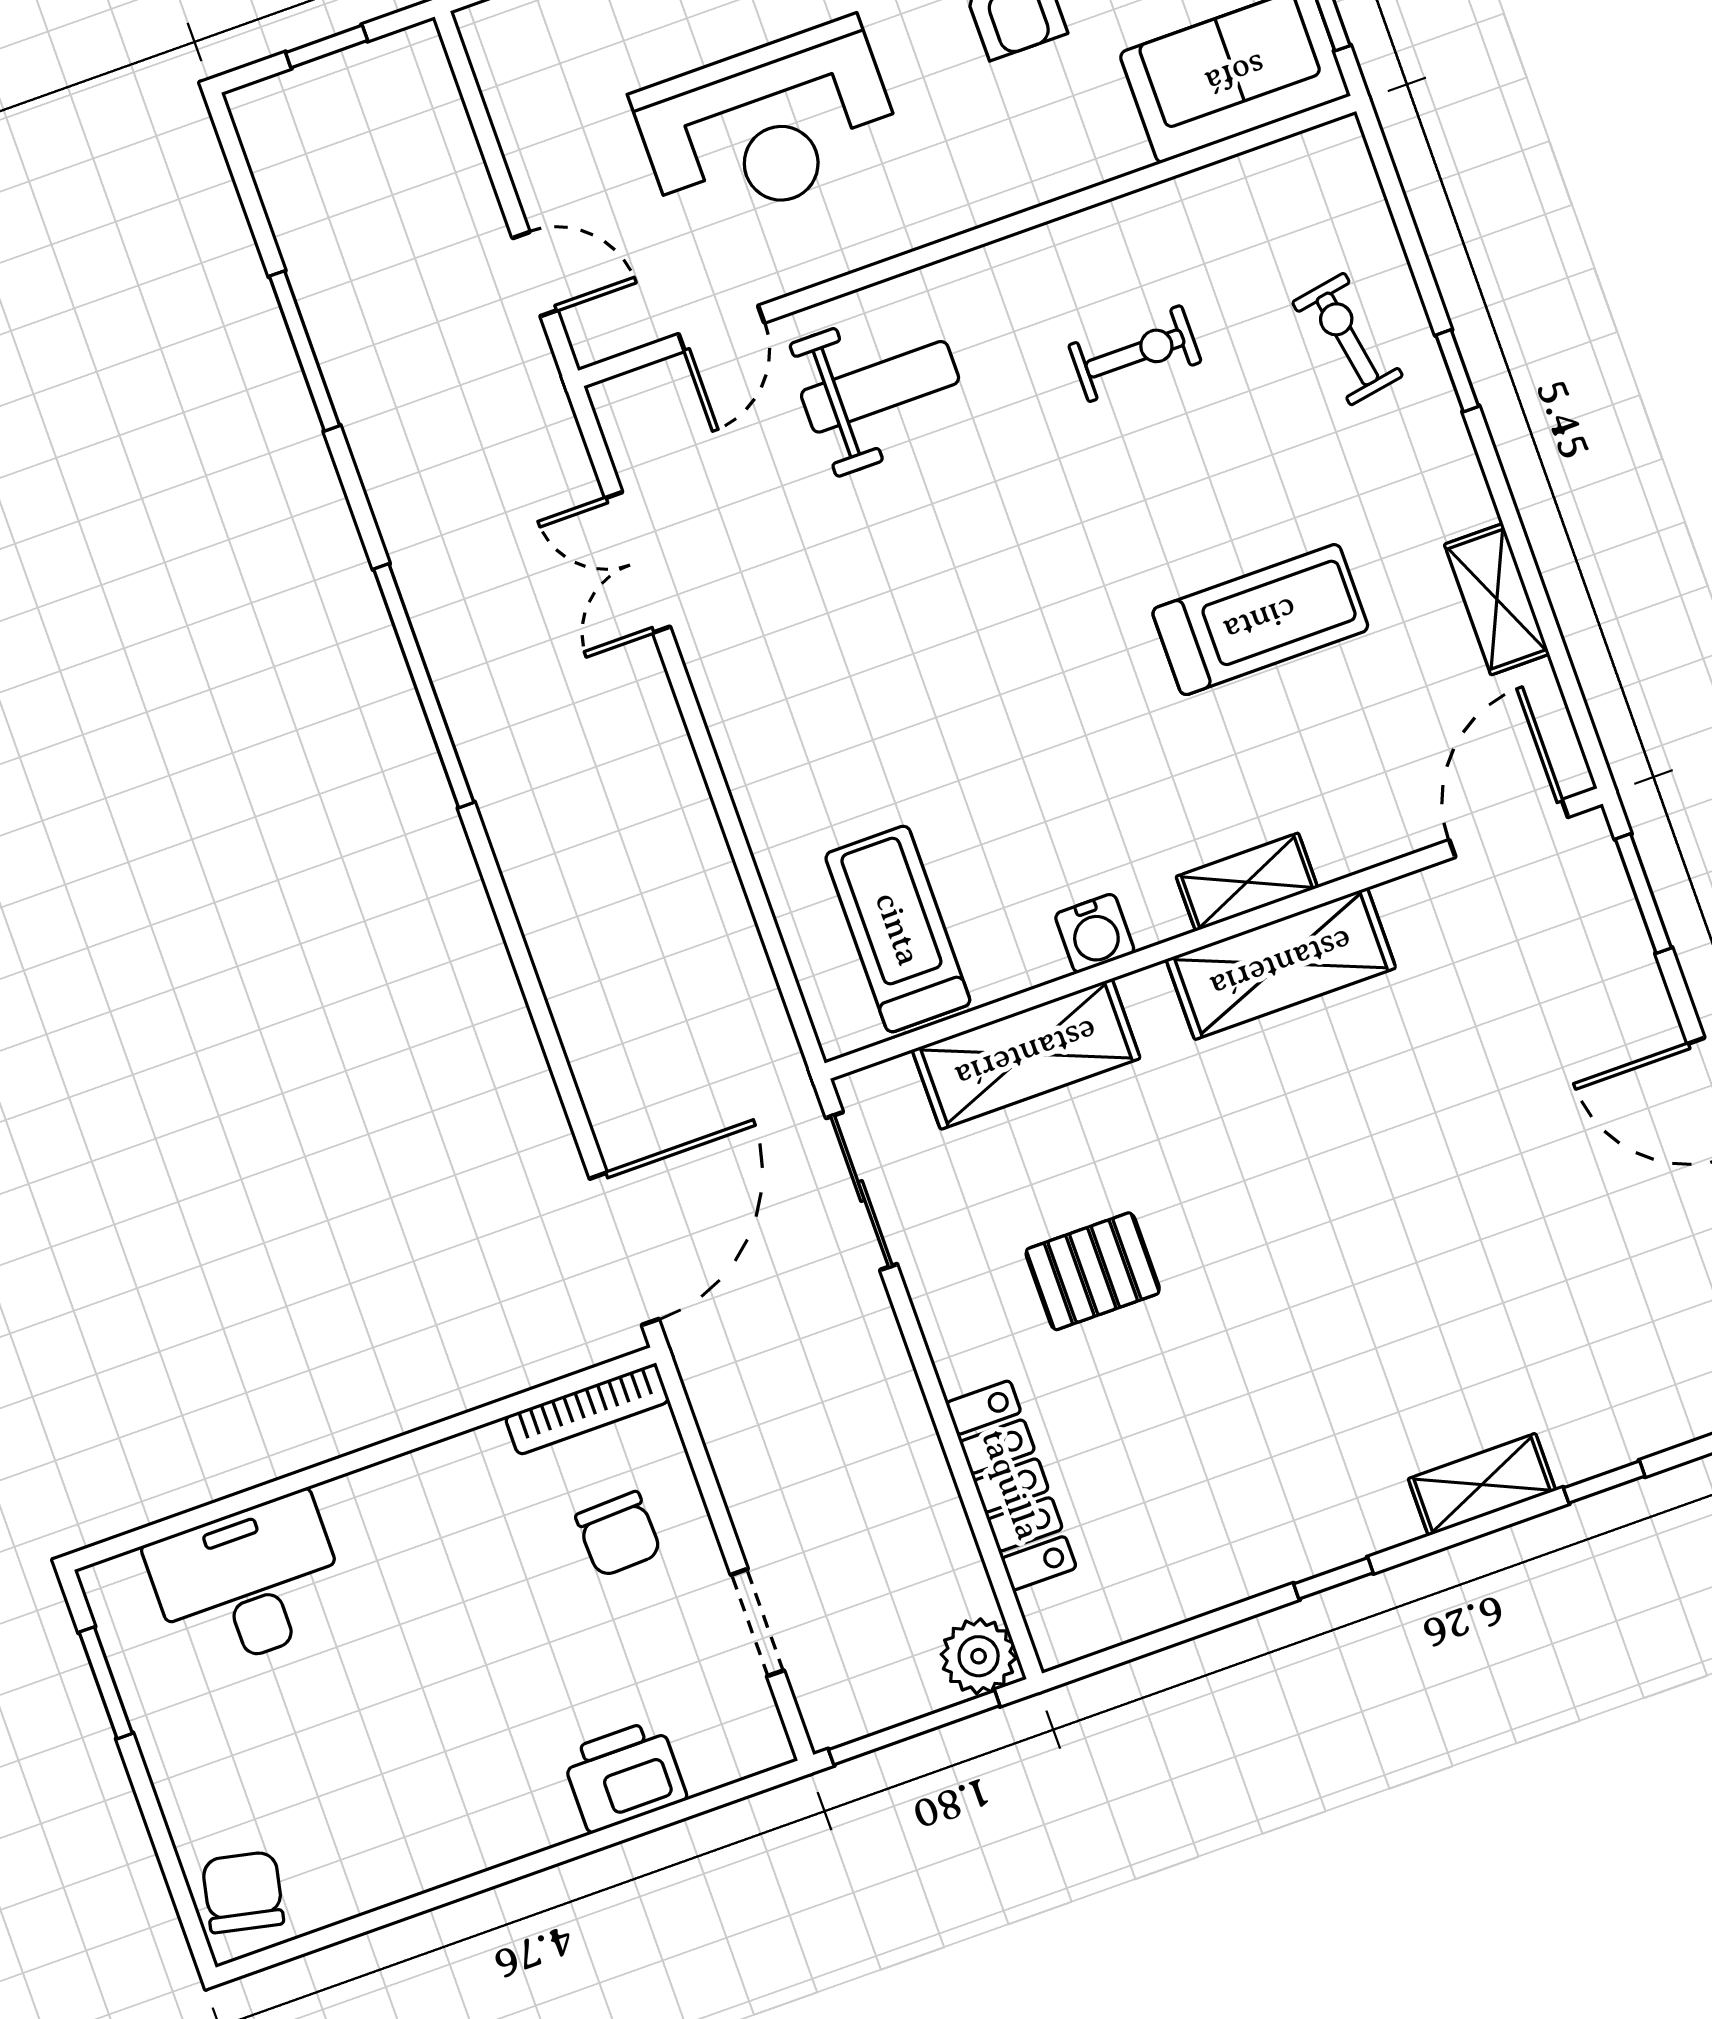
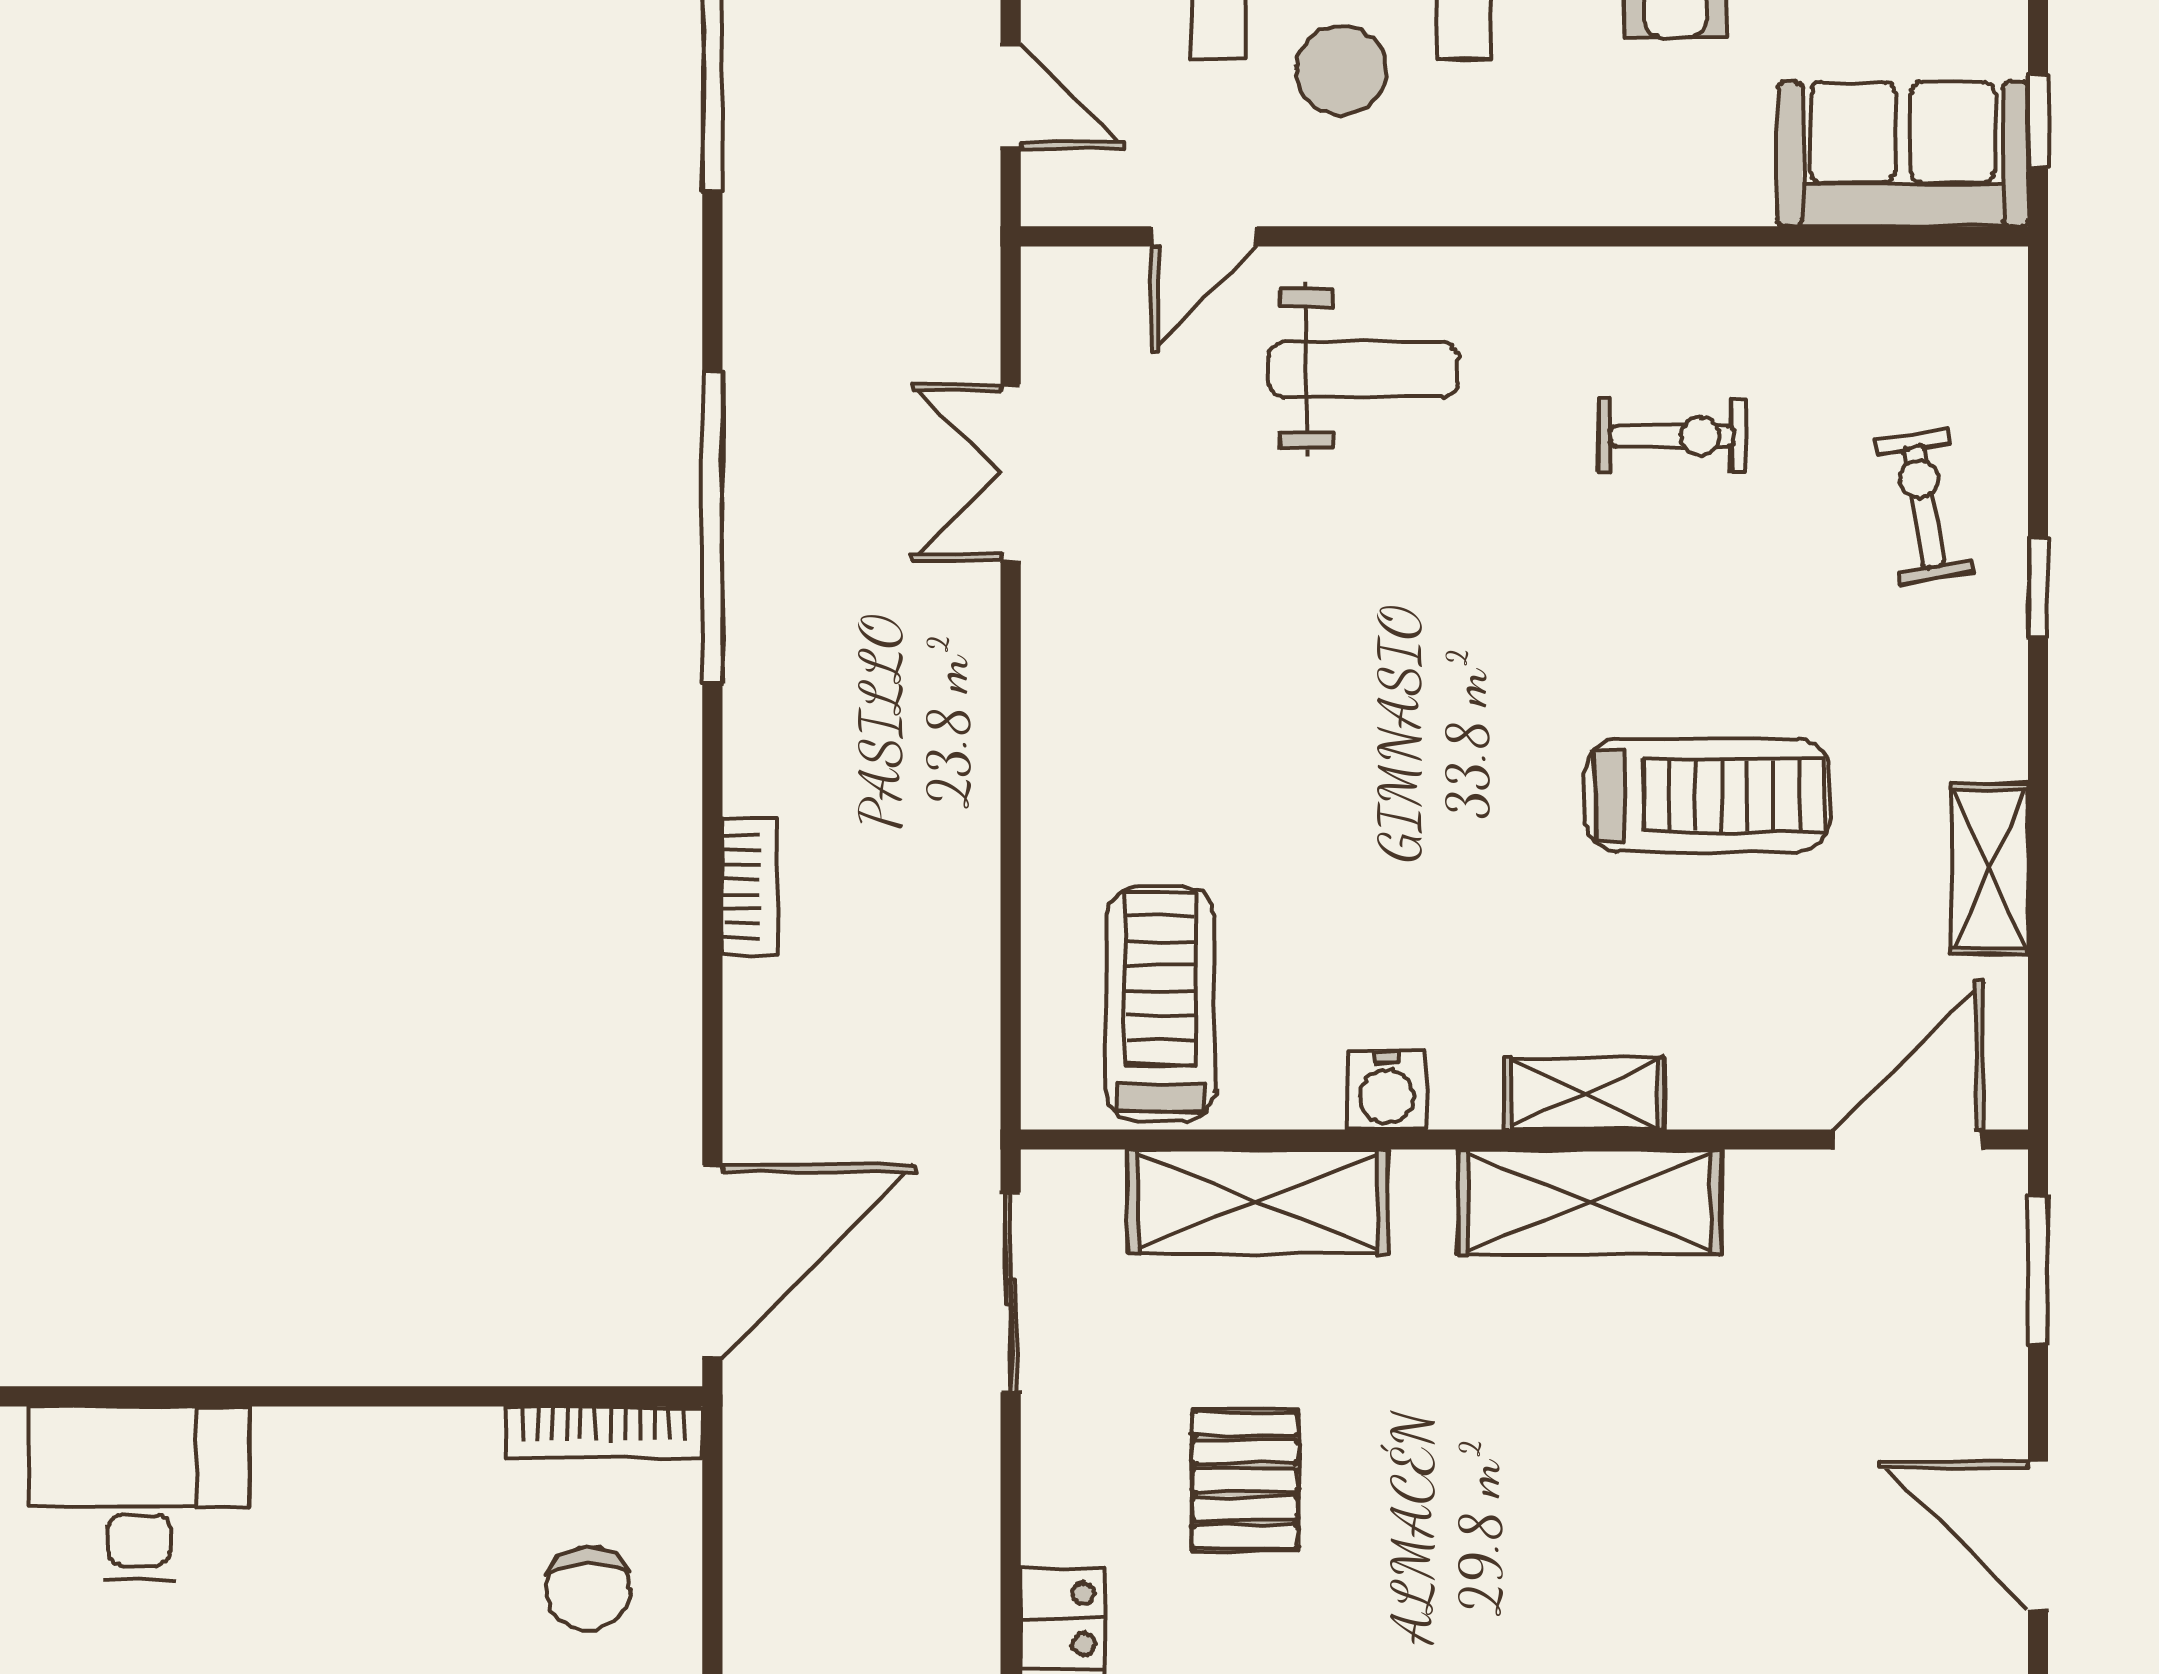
bookcase: (551, 951) -> (750, 887), added
pallet: (1093, 1271) -> (1245, 1480), turned 90

